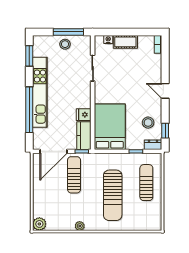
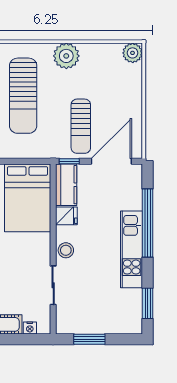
window: (68, 32) -> (89, 339), width x0.69
stool: (65, 44) -> (66, 250), moved
kitchen unit: (40, 92) -> (132, 249), width x0.73
sun lounger: (113, 195) -> (23, 96), turned 180
plant: (80, 226) -> (66, 56), width x1.87, depth x1.87

